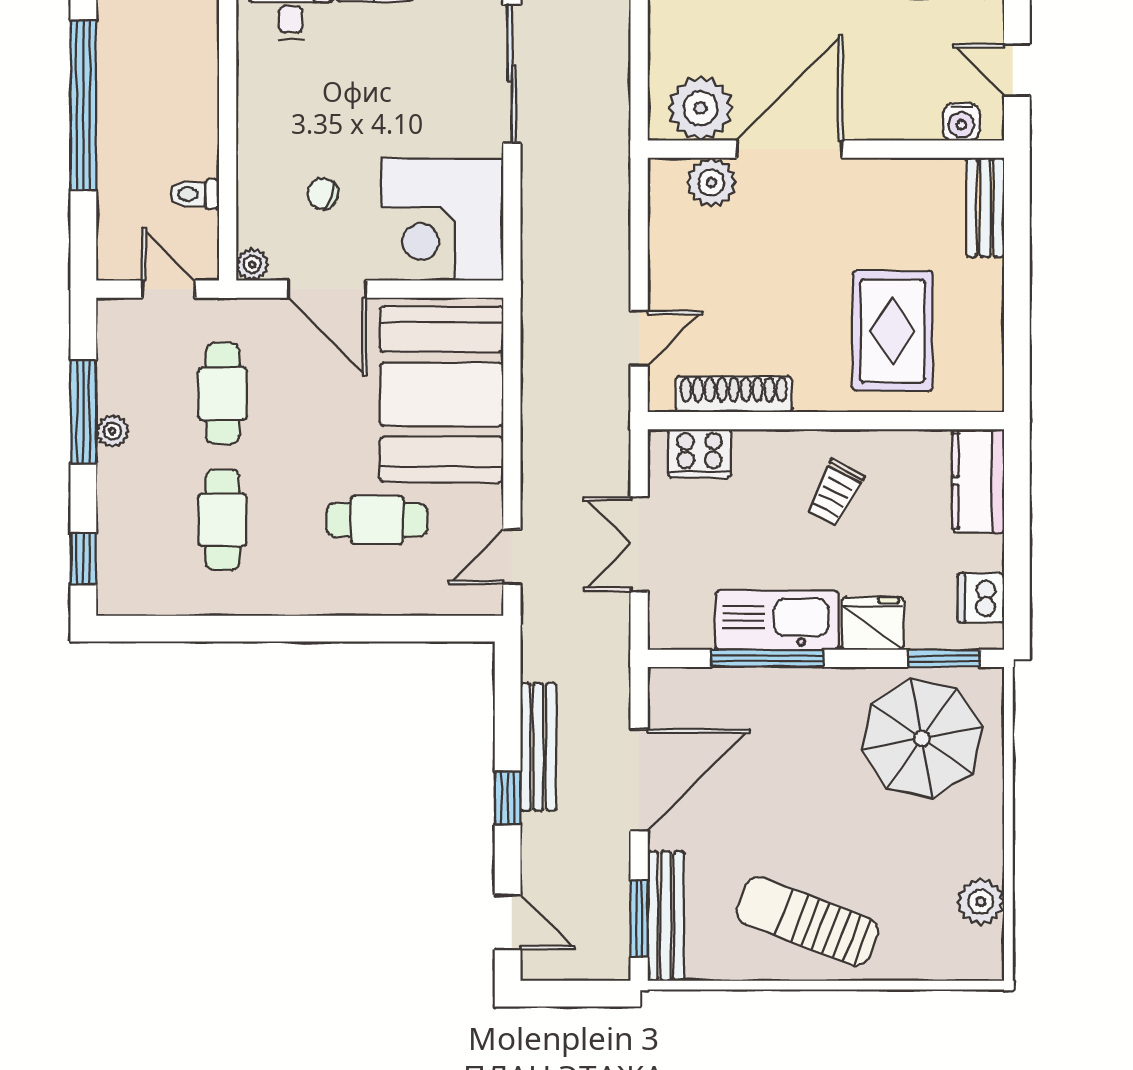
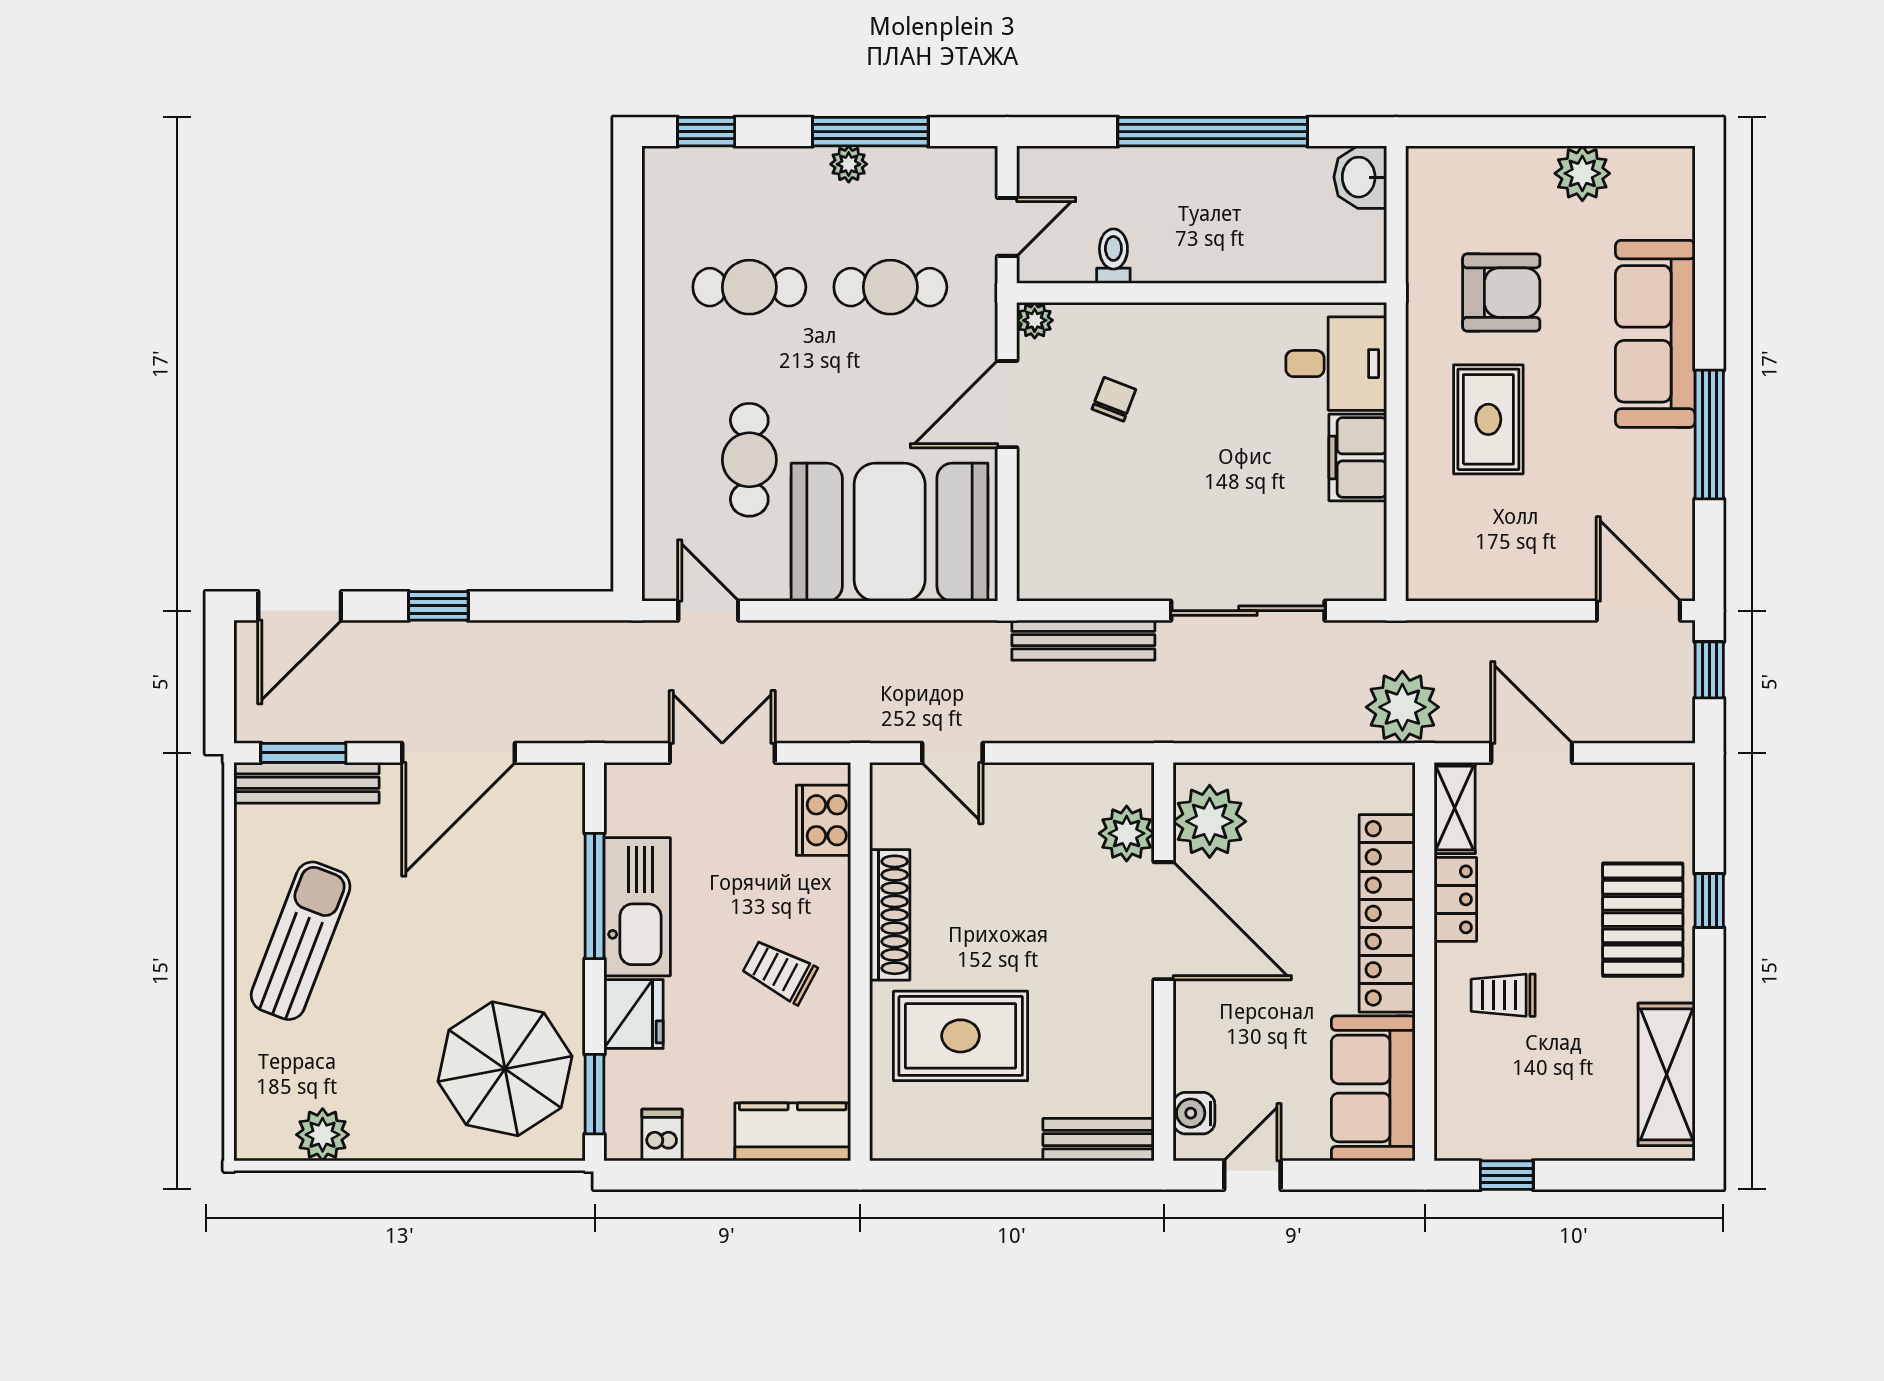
corner desk: (442, 220) -> (1085, 533), removed
shoe rack: (734, 394) -> (890, 915), moved
dishwasher: (981, 598) -> (662, 1135), width x0.73
bench: (538, 747) -> (1083, 640), moved
door: (639, 780) -> (459, 753), hinge flipped
door: (508, 922) -> (300, 606), width x1.38

